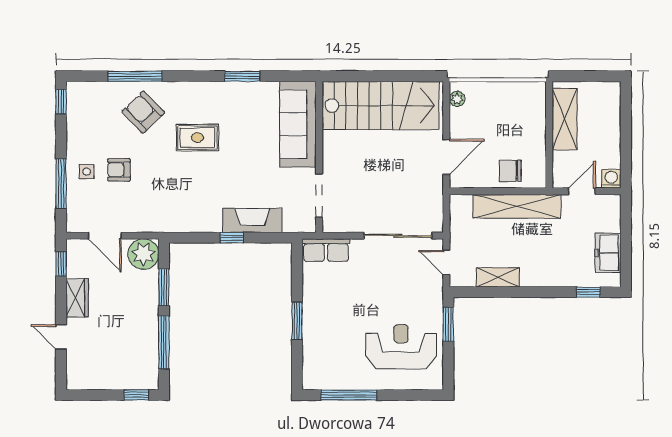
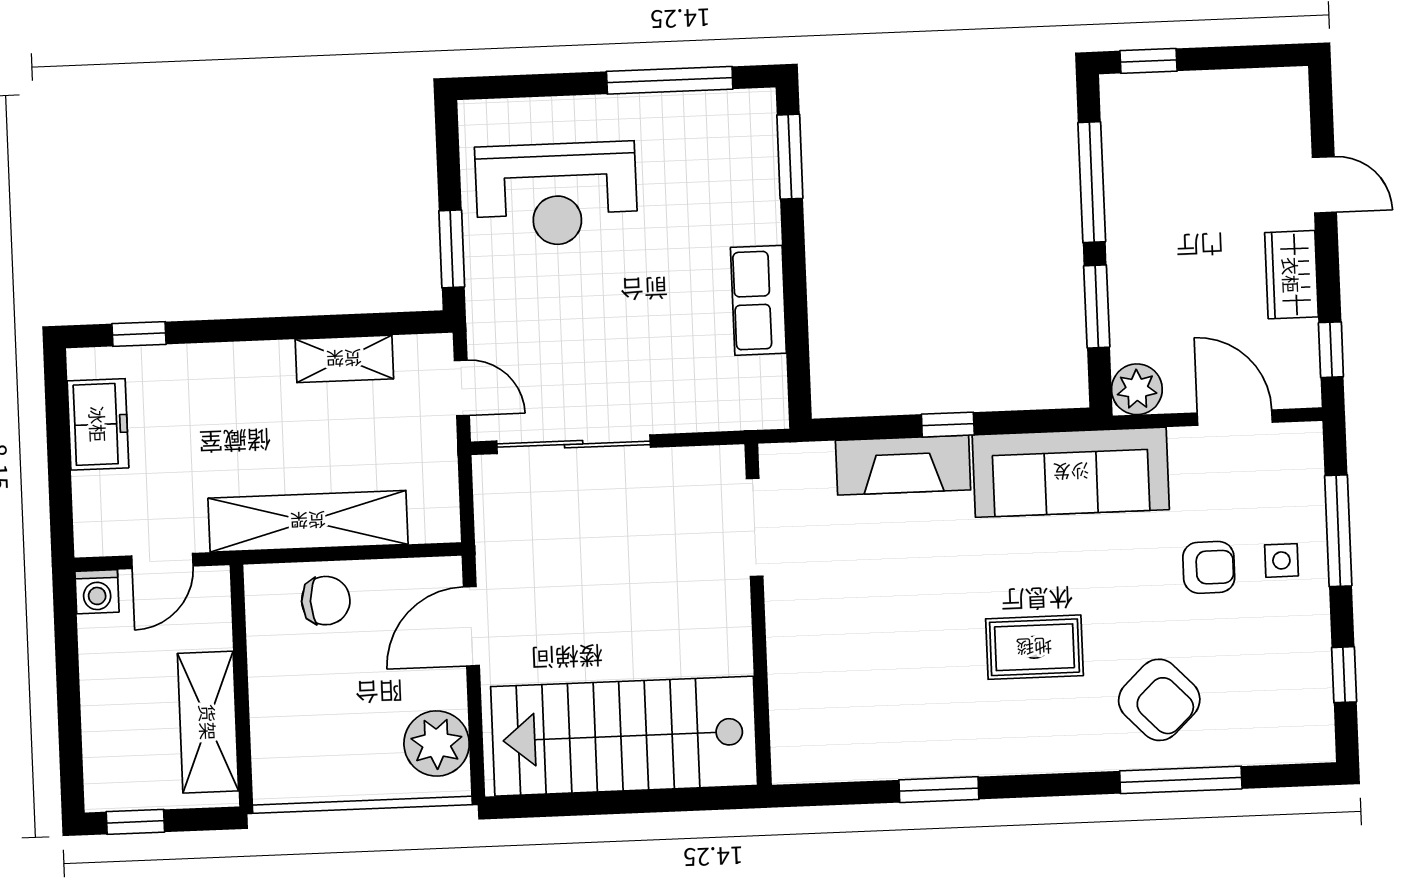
window: (598, 76) -> (135, 822), added
plant: (457, 99) -> (437, 743), width x1.87, depth x1.87
window: (61, 102) -> (1344, 675), moved
sofa: (298, 124) -> (1071, 472), moved, turned 90
row of seats: (326, 250) -> (758, 300), moved, turned -90
plant: (143, 254) -> (1137, 389), width x0.73, depth x0.73
window: (297, 321) -> (790, 157), moved

